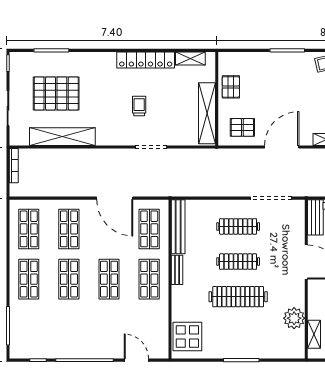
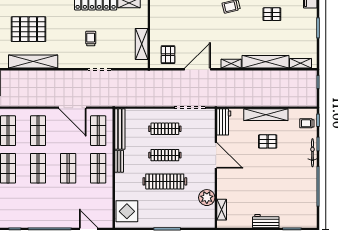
pallet: (231, 87) -> (159, 24), removed
shelving: (207, 113) -> (142, 44), width x0.68
pallet: (242, 127) -> (168, 55), turned 90

